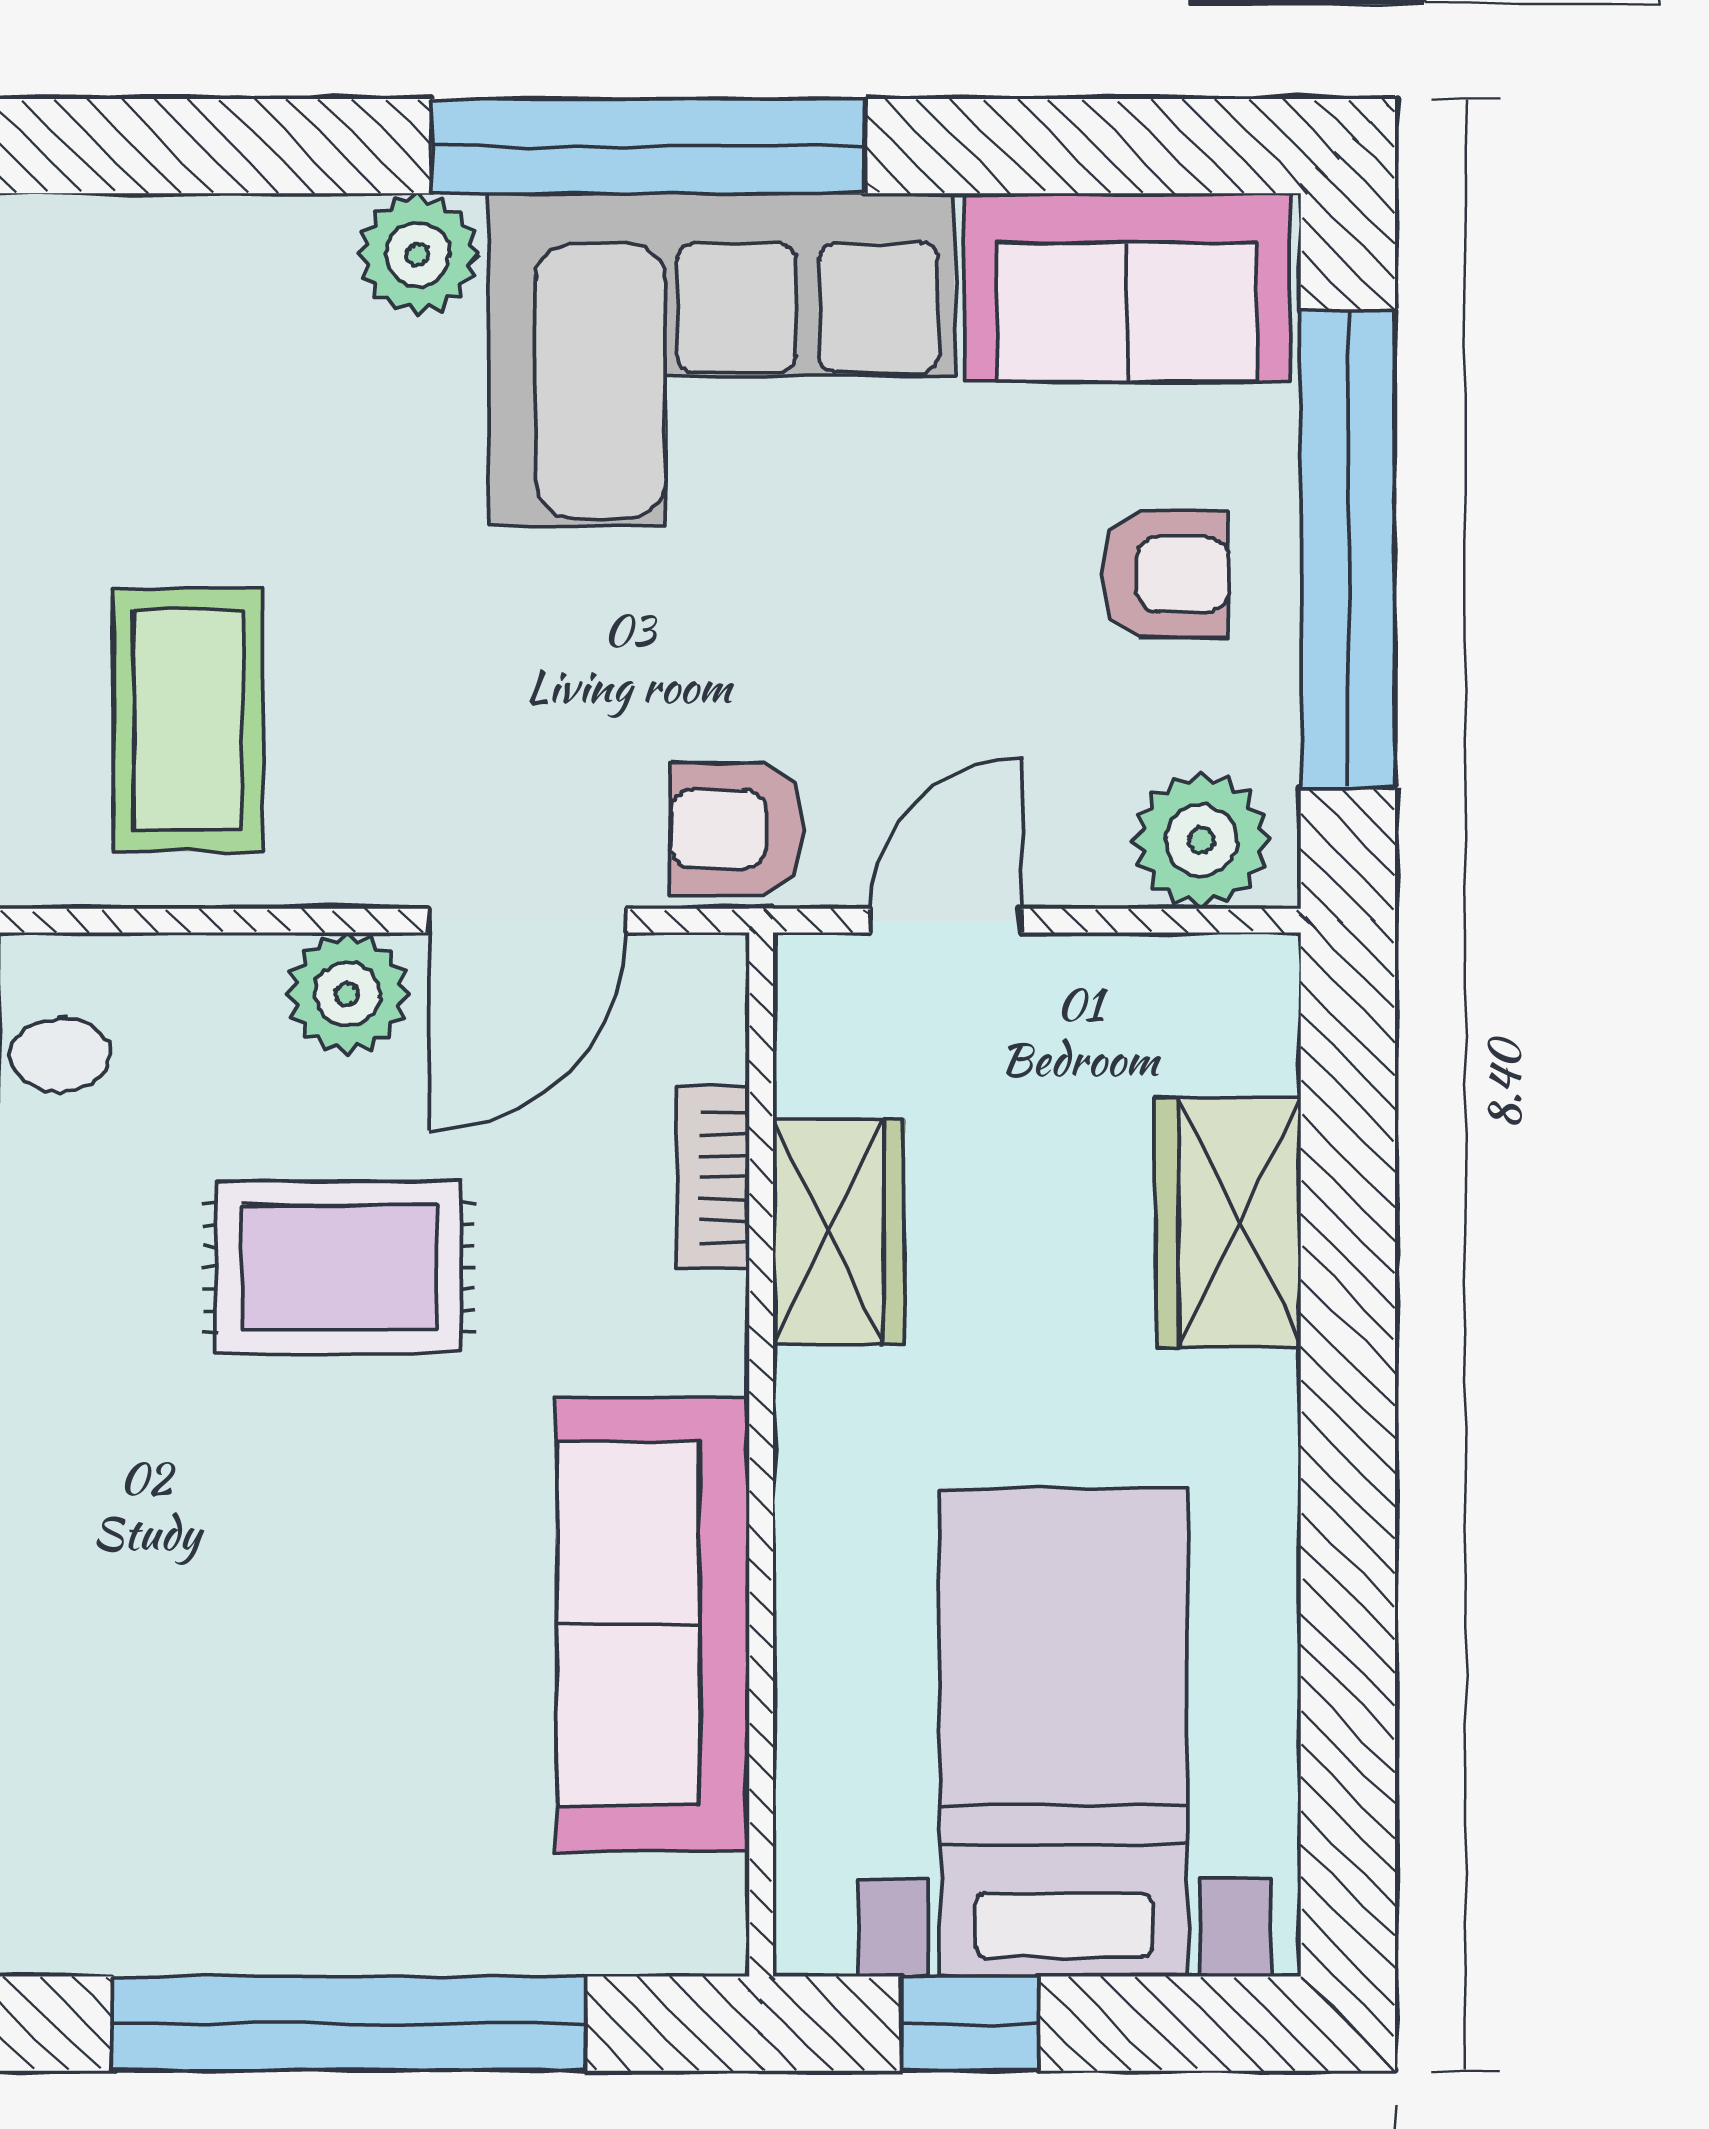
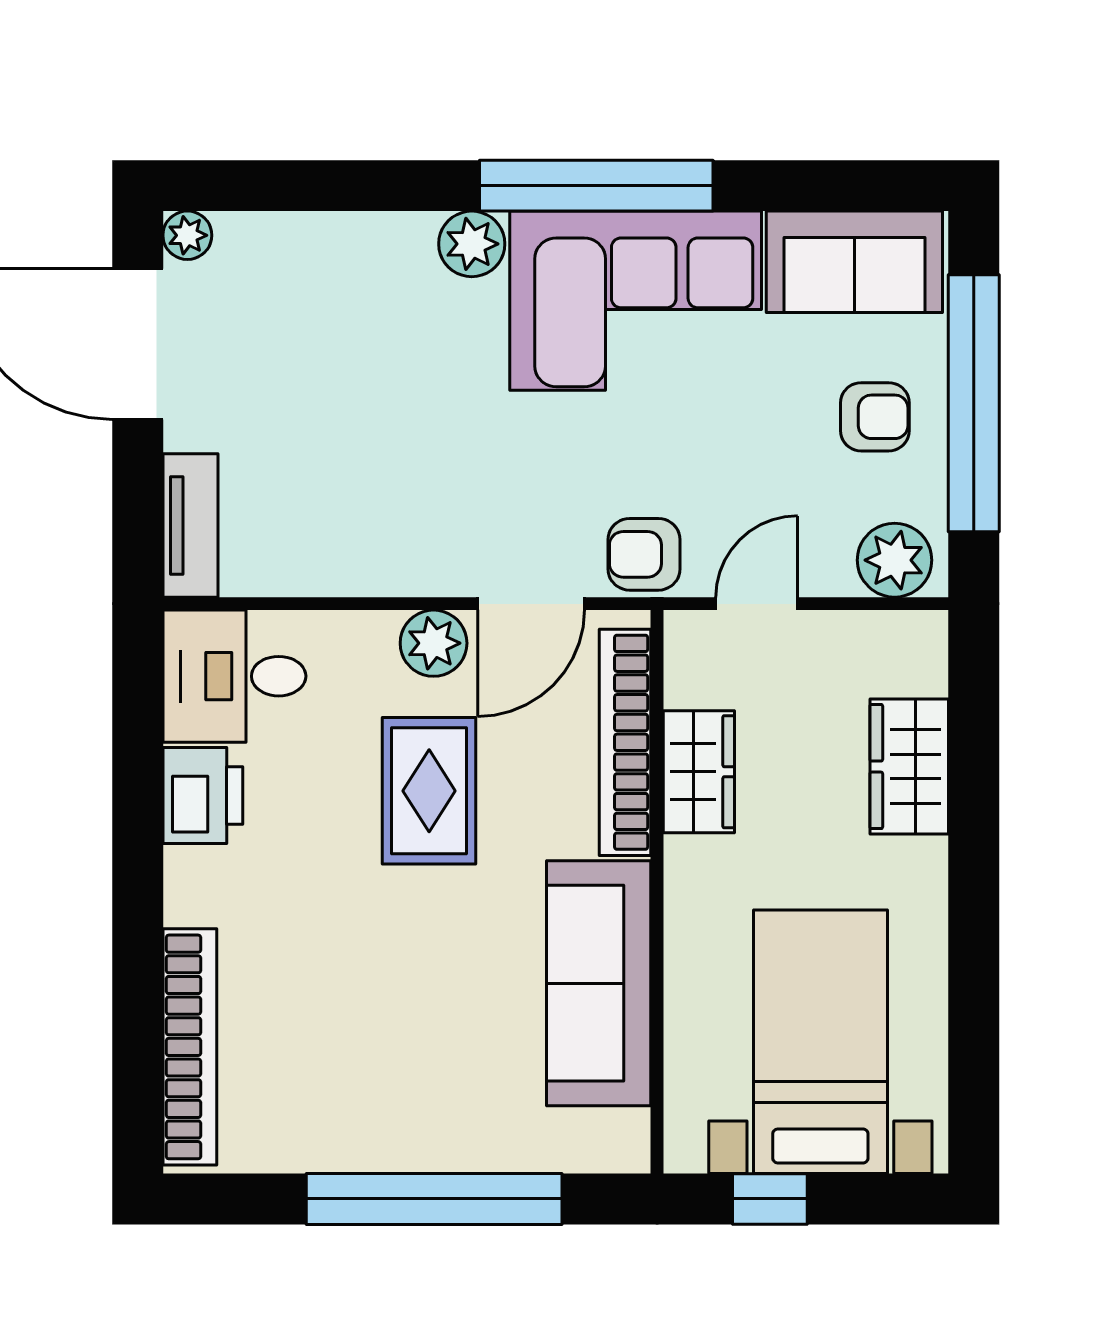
coffee table: (188, 720) -> (348, 495), removed
bookcase: (713, 1177) -> (625, 742), width x2.31, depth x1.31
rug: (339, 1267) -> (429, 791), turned 90

